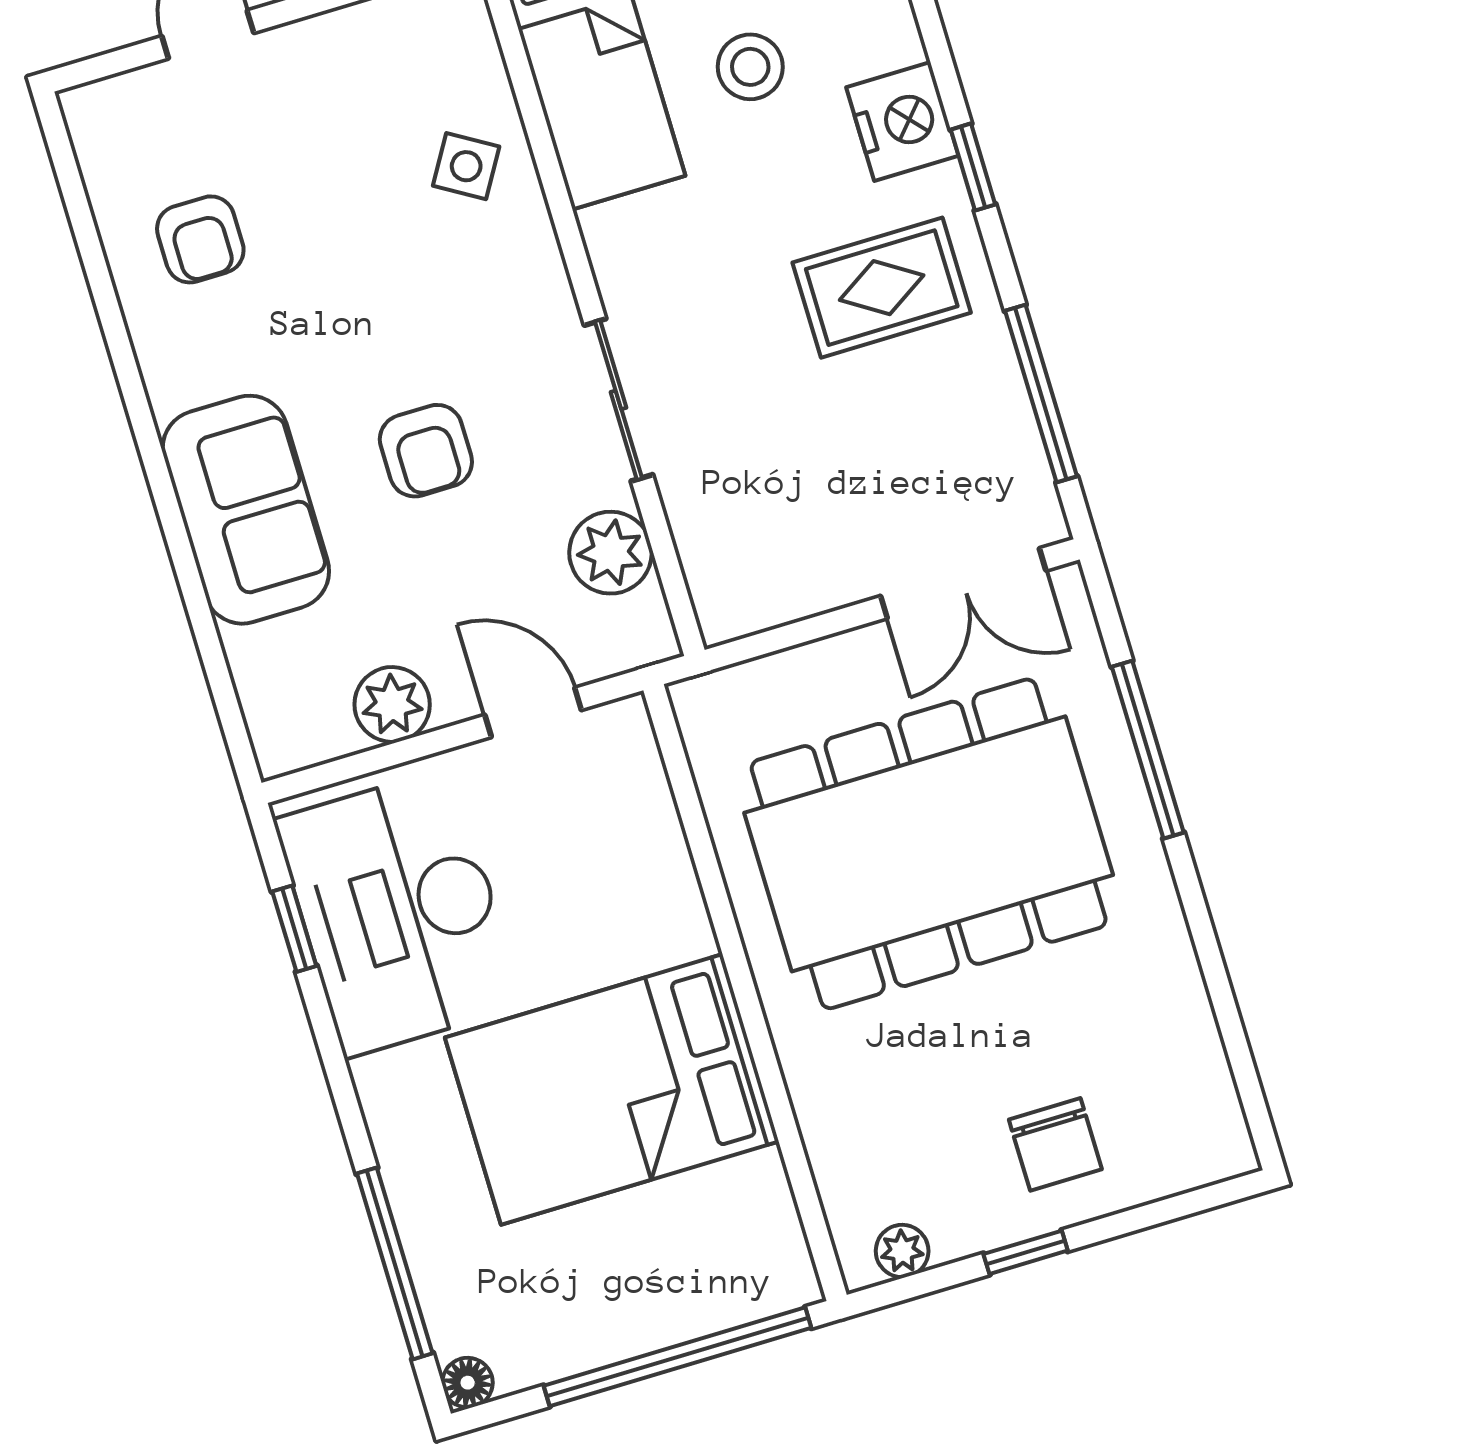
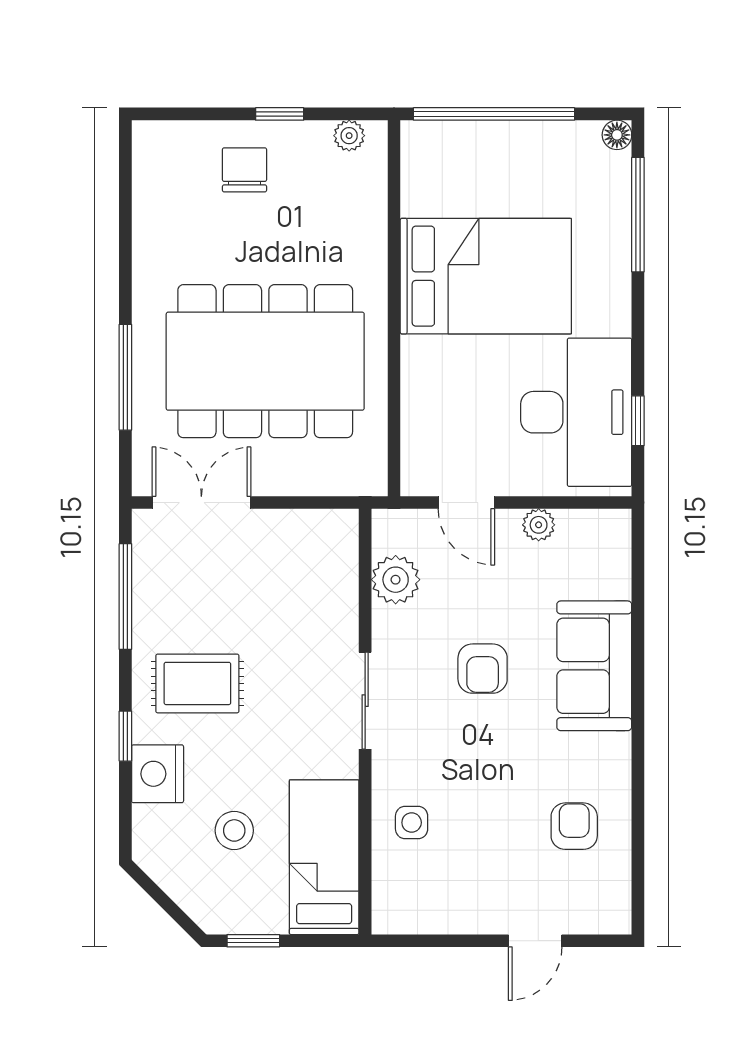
side table: (466, 166) -> (412, 823), turned -31
sliding door: (619, 400) -> (365, 701), moved
armchair: (426, 451) -> (483, 669), turned 180
plant: (392, 704) -> (539, 525), width x0.73, depth x0.73

